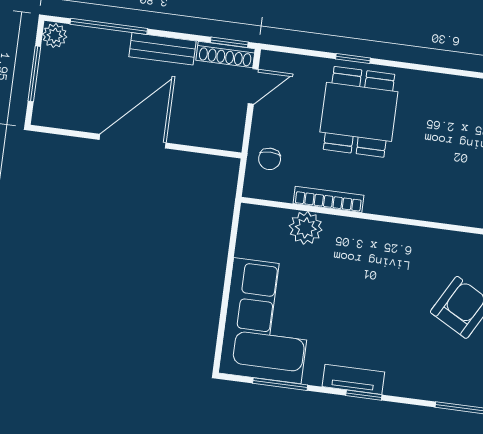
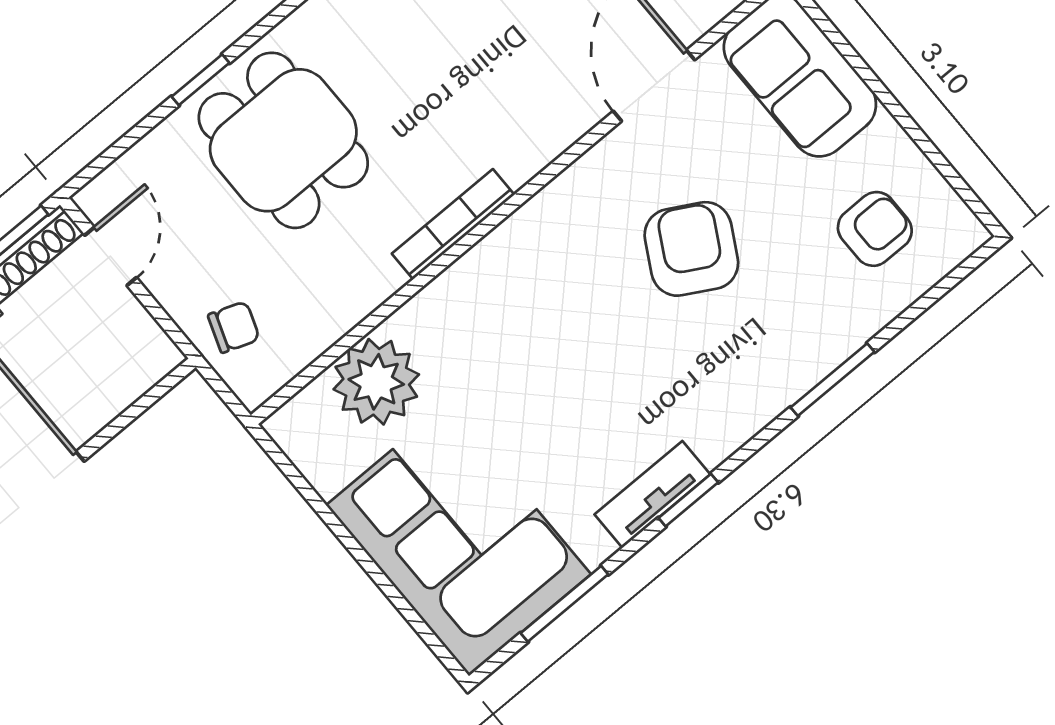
chair: (270, 159) -> (234, 327), turned -70
bookcase: (328, 199) -> (453, 224), moved
plant: (306, 228) -> (376, 382), width x1.36, depth x1.36

